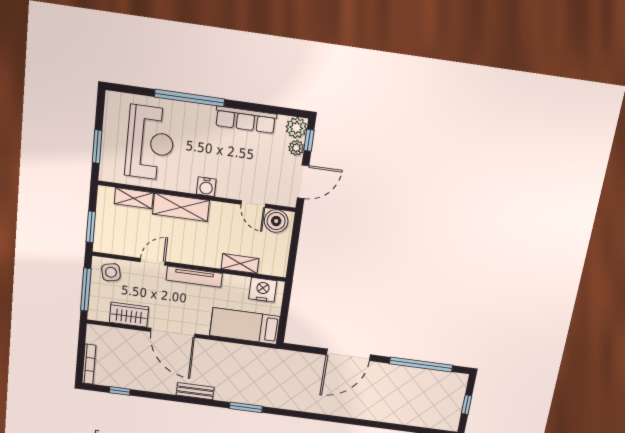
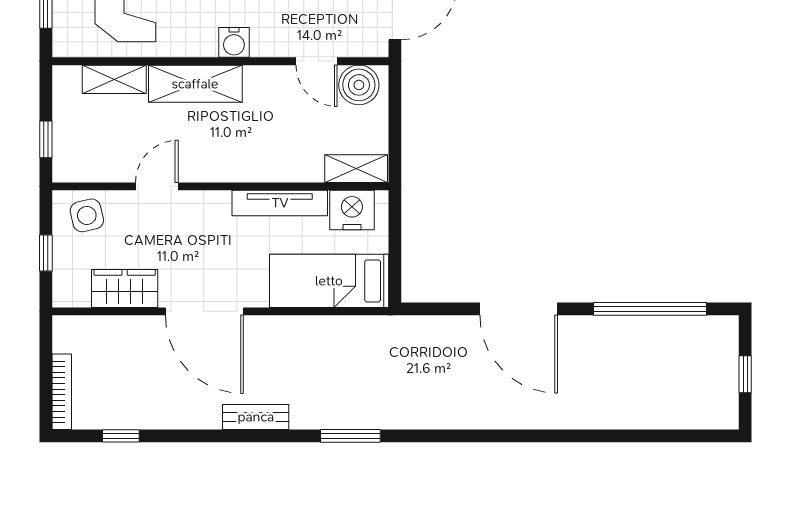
window: (91, 227) -> (46, 139), width x0.67
shelving: (240, 264) -> (356, 169), moved
tv unit: (194, 277) -> (280, 203), moved
window: (86, 290) -> (46, 253), width x0.46
door: (348, 355) -> (519, 309), hinge flipped

